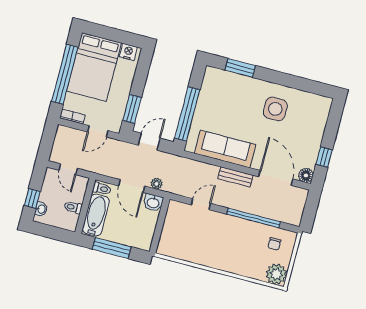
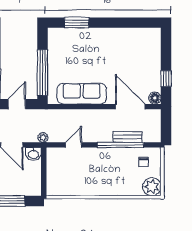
side table: (275, 109) -> (115, 49), removed
bench: (235, 177) -> (128, 137), moved
plant: (157, 184) -> (43, 137), moved

